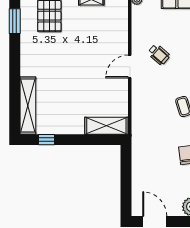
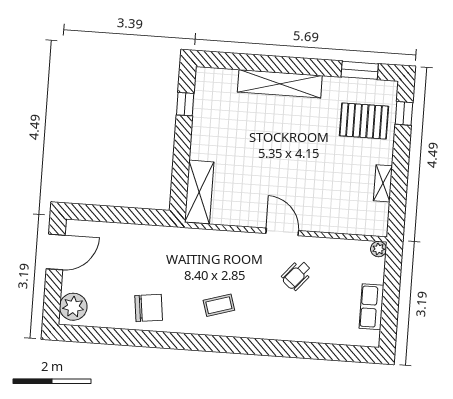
shelving: (28, 106) -> (280, 84), moved

